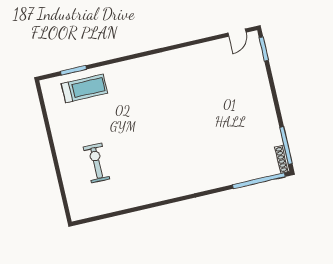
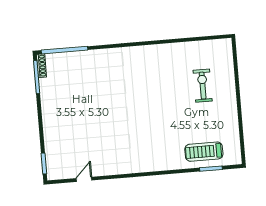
door: (237, 33) -> (84, 179), moved
exercise bike: (97, 163) -> (203, 86), turned 180

